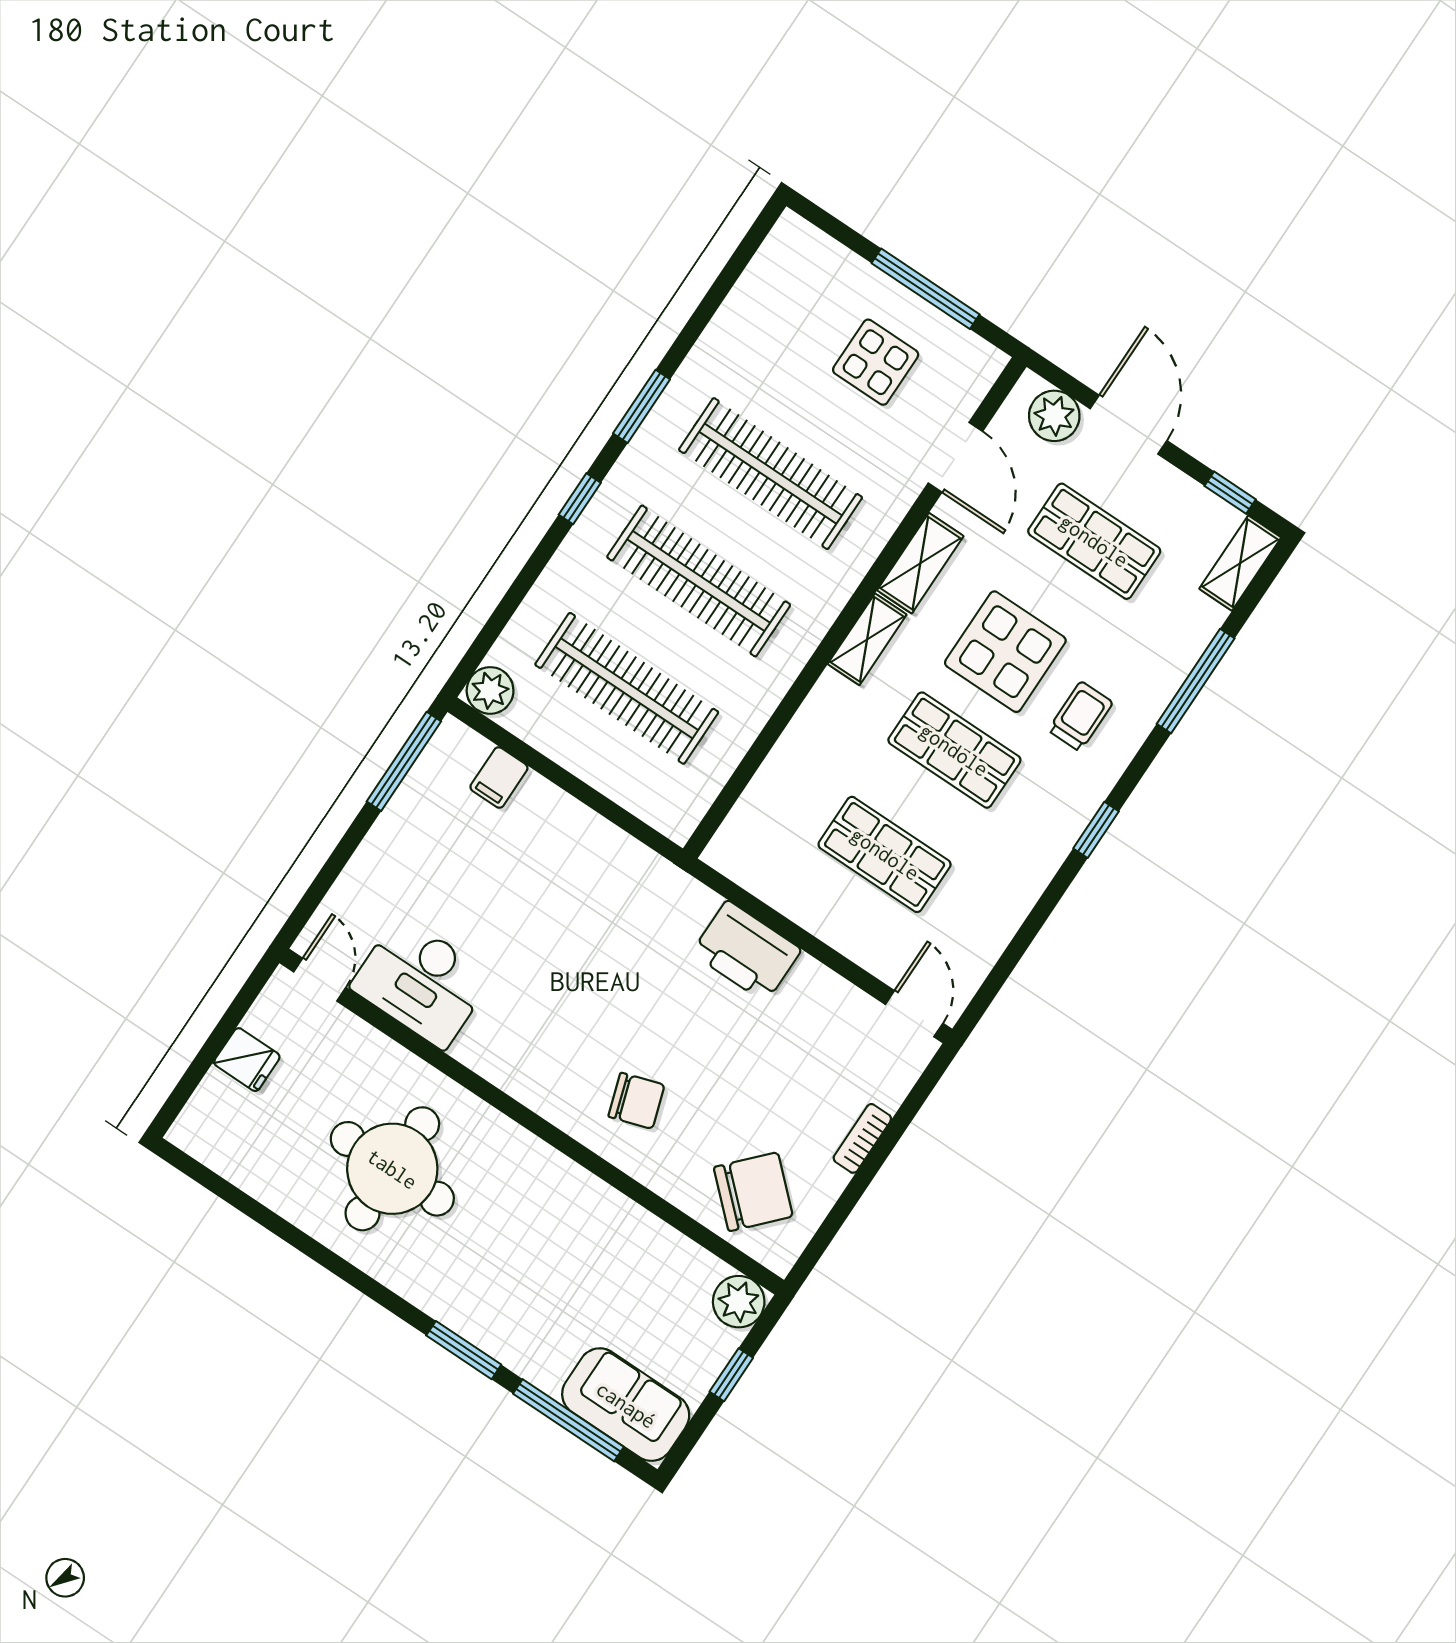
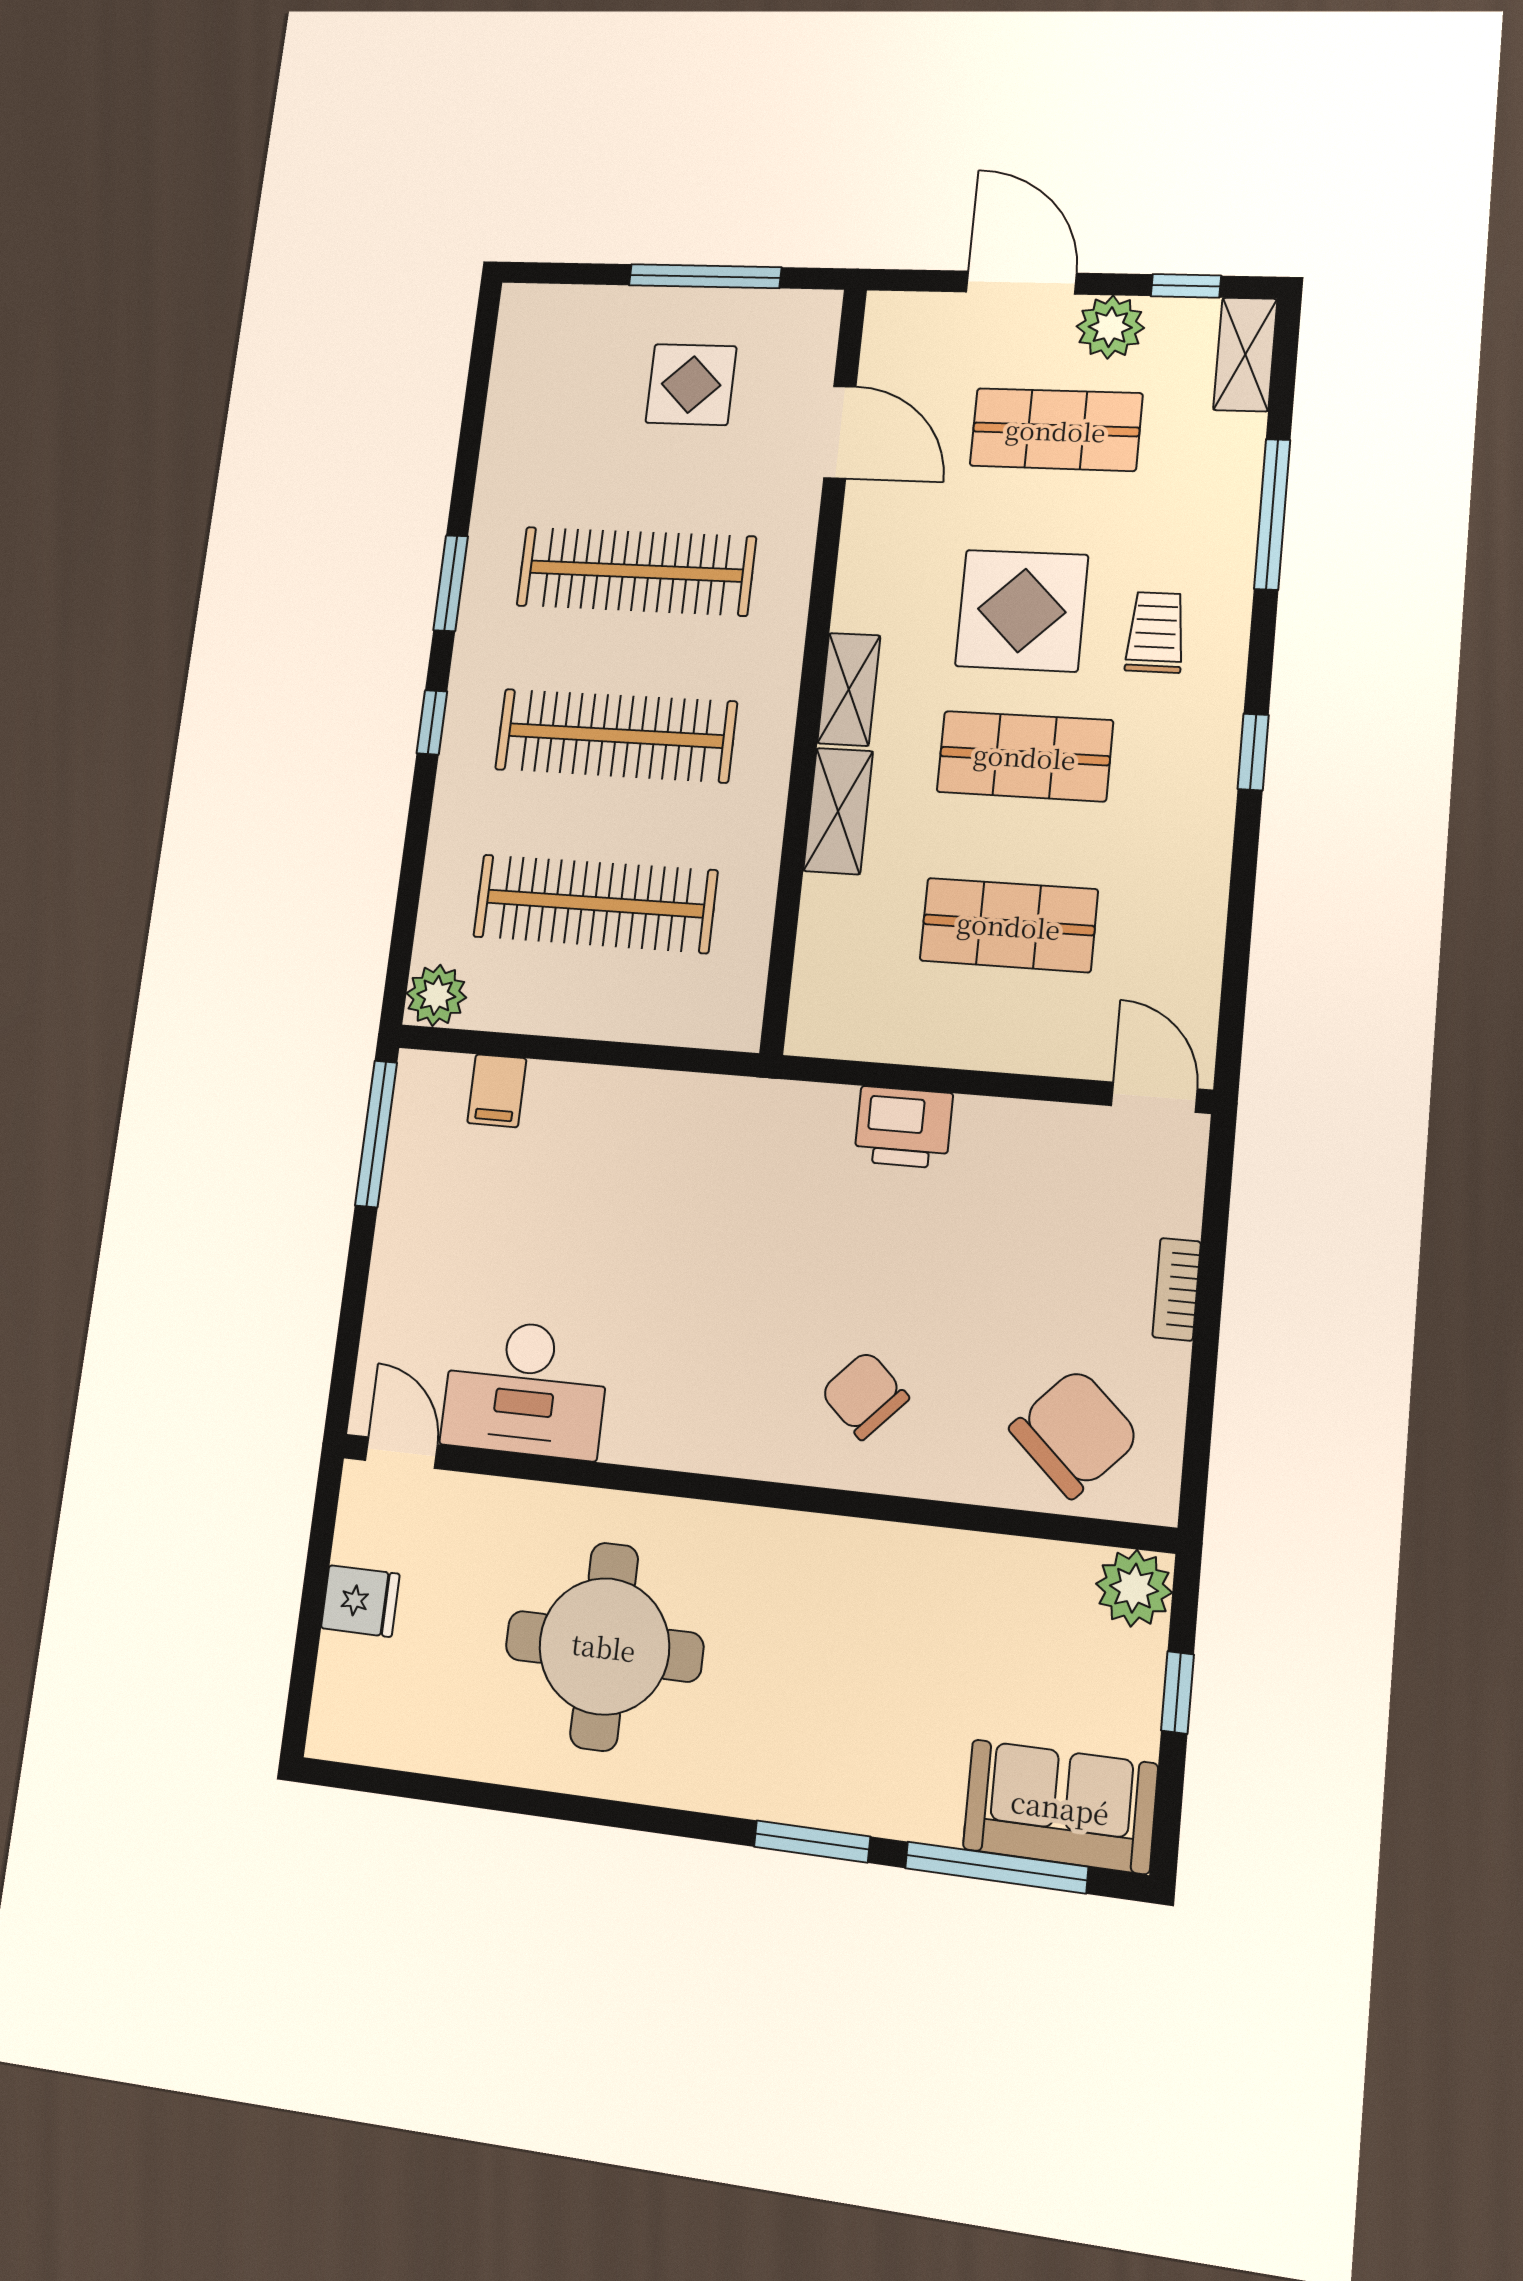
plant: (1054, 416) -> (1110, 327), moved
shelving: (920, 563) -> (838, 811), moved
printer: (746, 951) -> (903, 1127), width x0.73, depth x0.84
chair: (636, 1101) -> (865, 1395), turned -119

